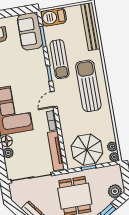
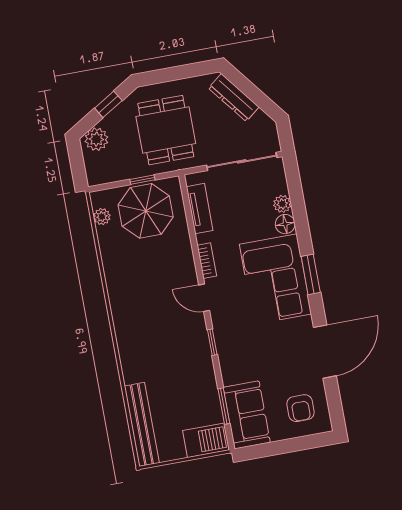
sun lounger: (59, 59) -> (195, 367), removed
sun lounger: (88, 86) -> (144, 322), removed
door: (54, 99) -> (204, 298), swing flipped
tv unit: (56, 151) -> (200, 209), width x0.71
plant: (114, 157) -> (98, 199), removed

